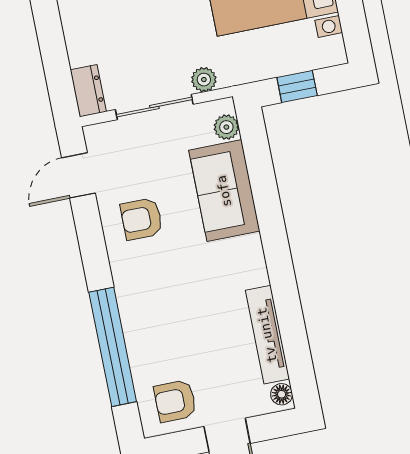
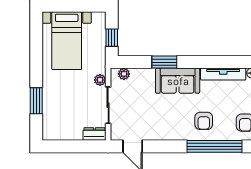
sofa: (224, 191) -> (178, 81), moved
window: (268, 207) -> (164, 62), added
armchair: (142, 219) -> (204, 121), moved

